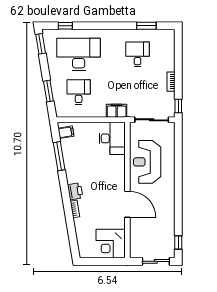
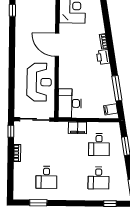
desk: (79, 54) -> (99, 178), width x0.53, depth x0.77
filing cabinet: (117, 111) -> (77, 128), moved

